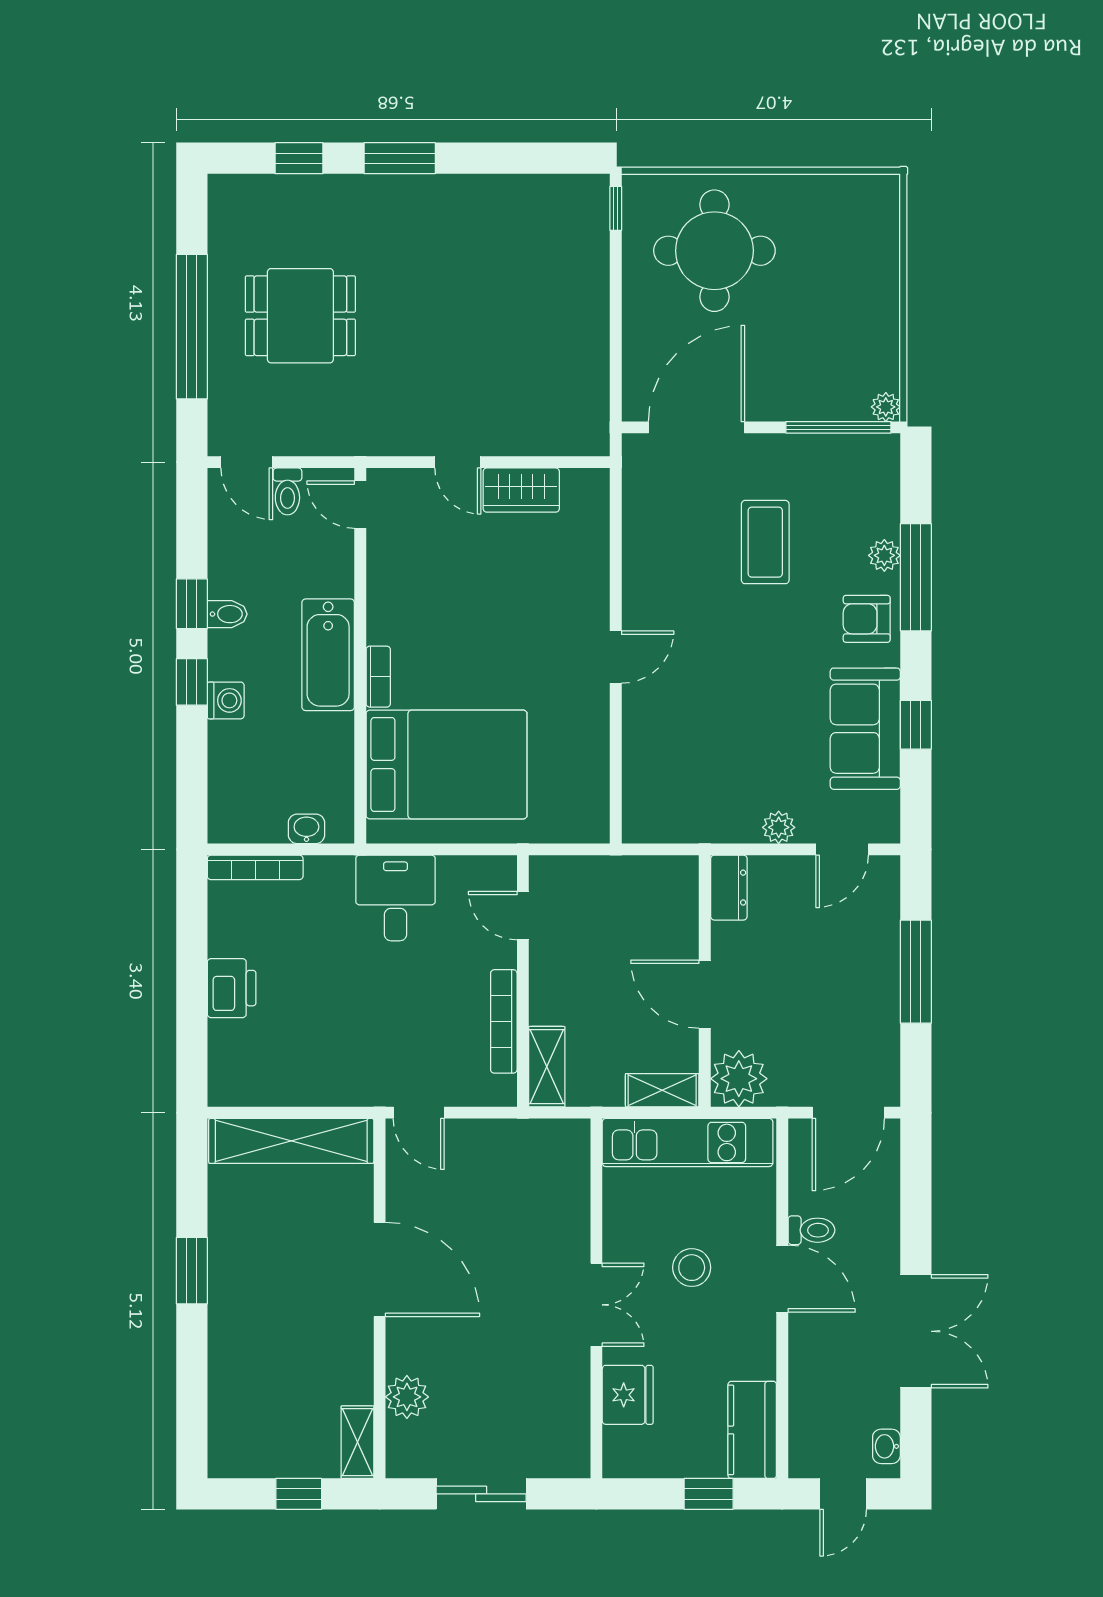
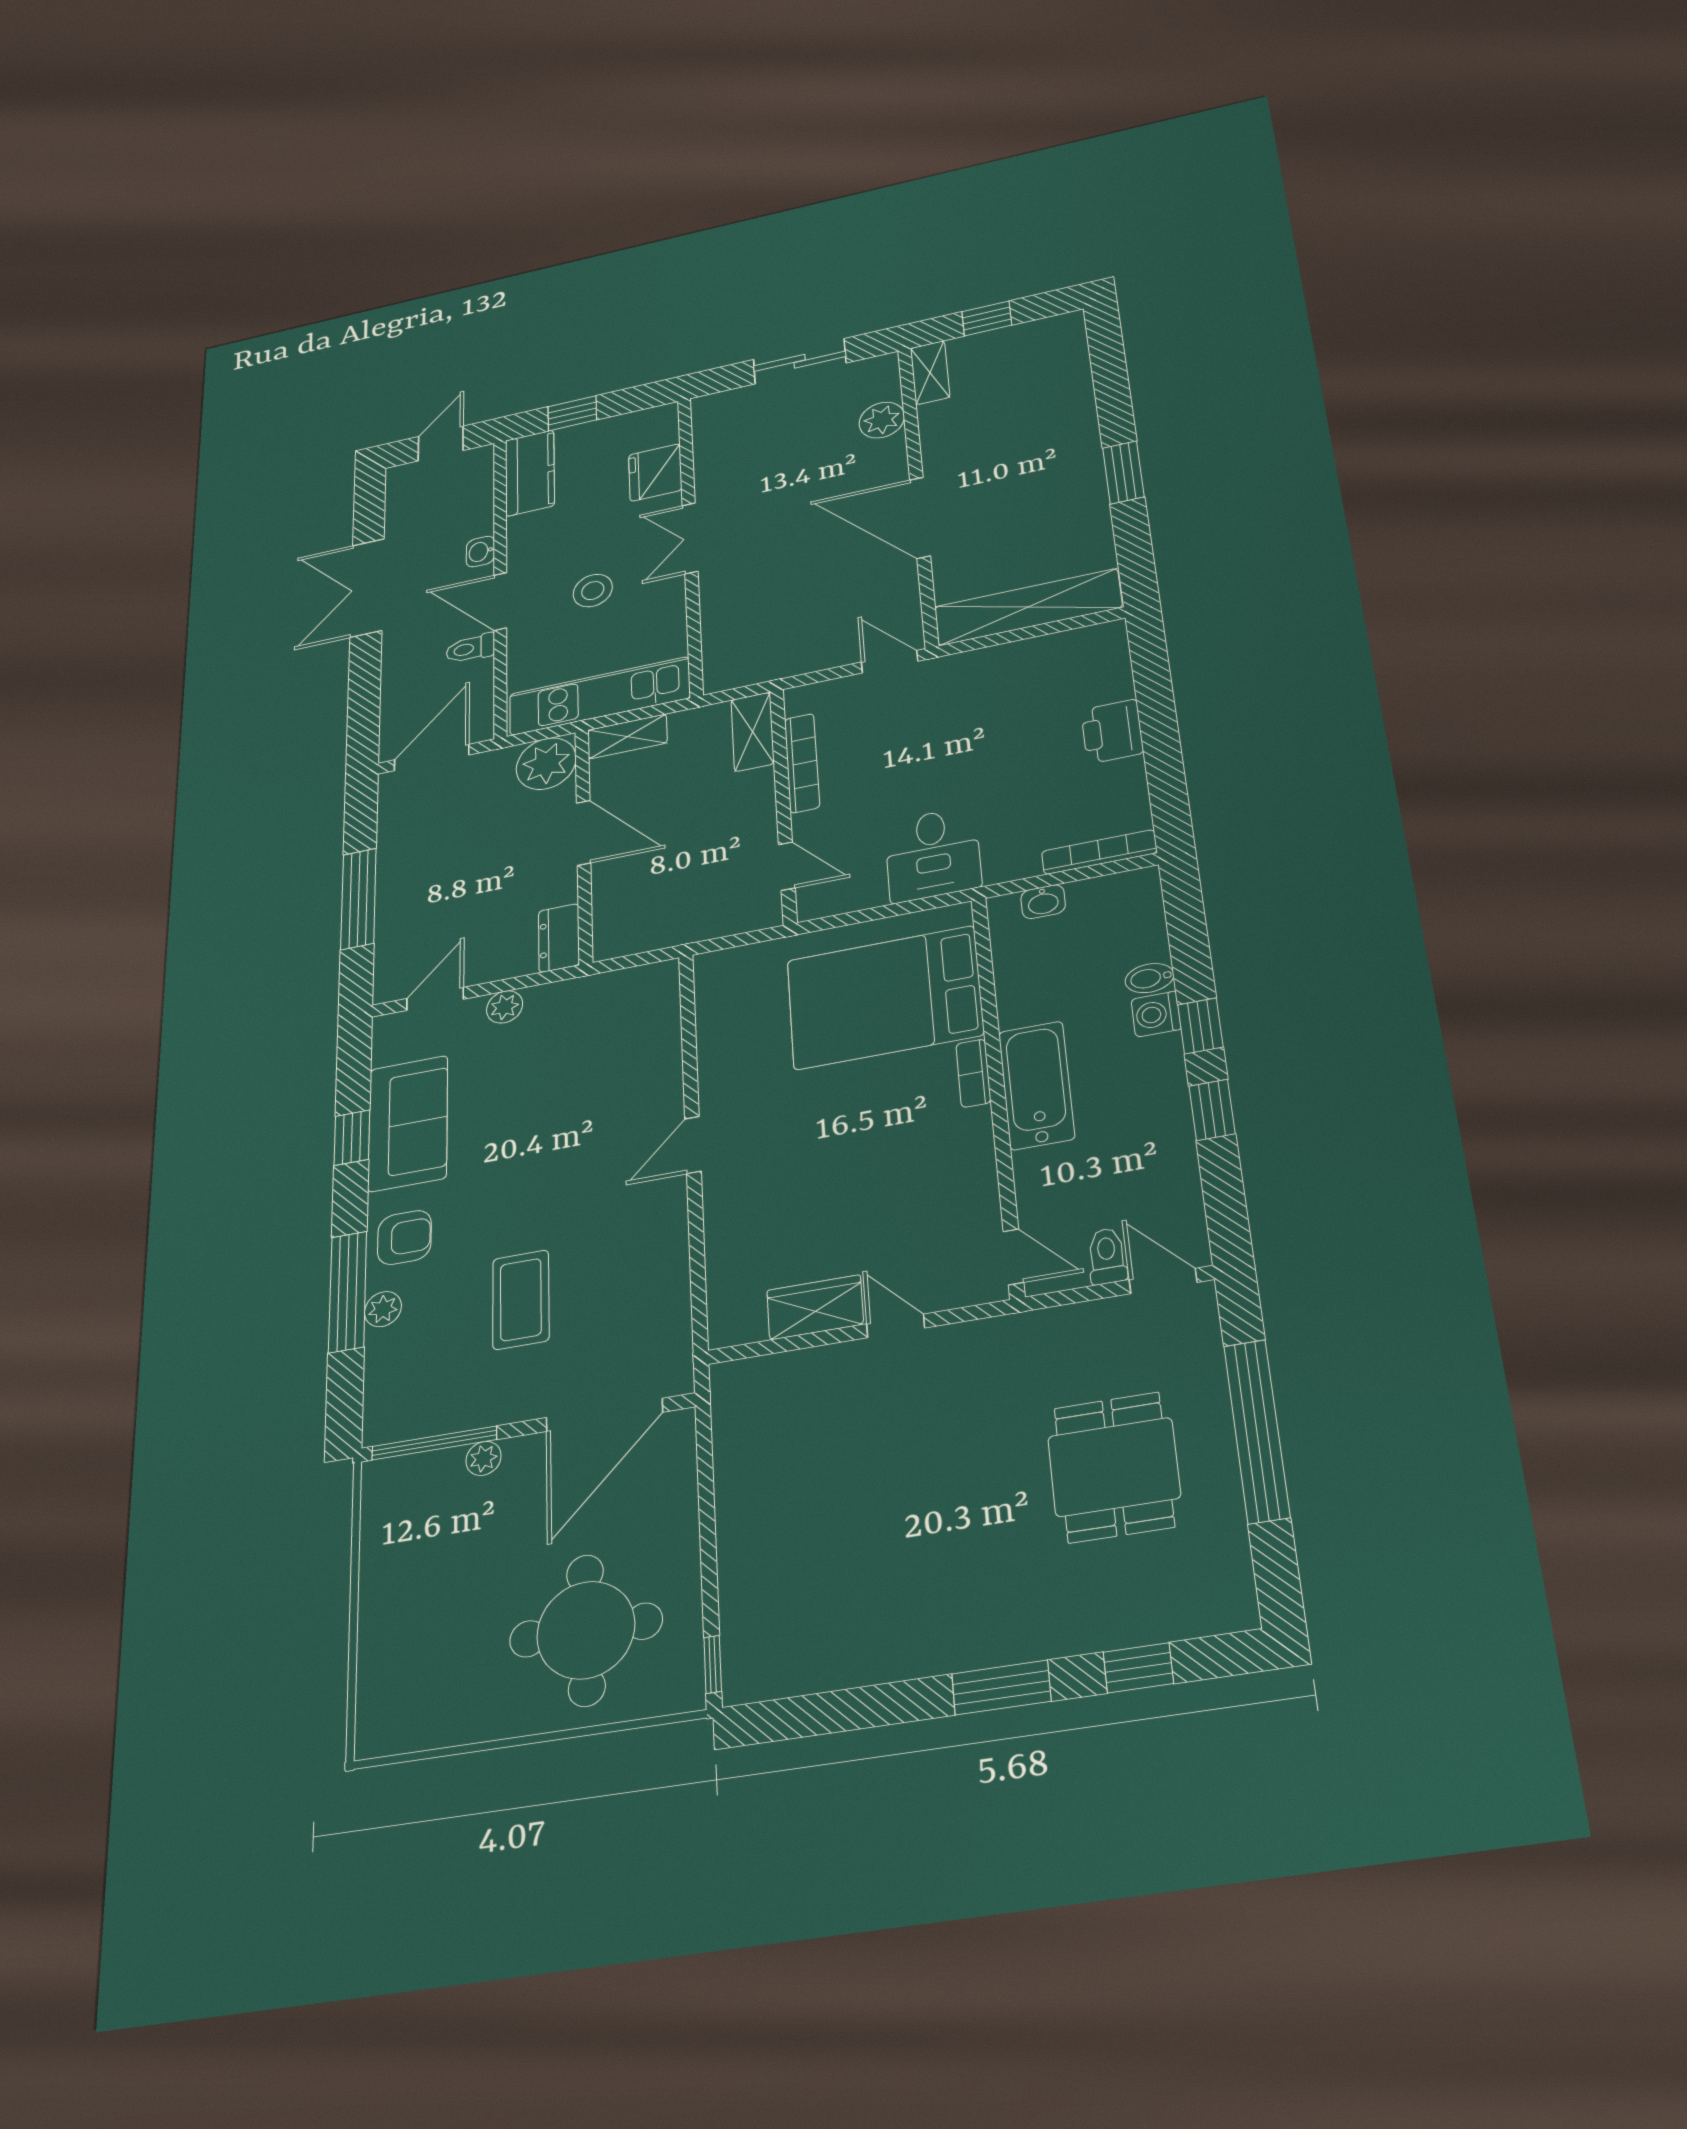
dining table: (300, 316) -> (1114, 1467), turned 90
plant: (886, 407) -> (483, 1458), moved
bidet: (227, 614) -> (1149, 978), moved
washbasin: (886, 1446) -> (480, 552), moved, turned 180

